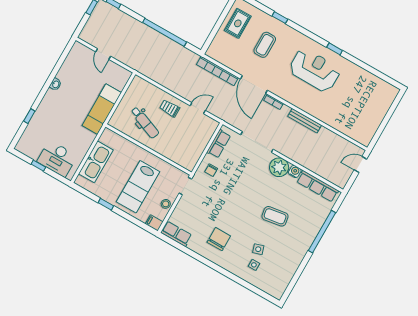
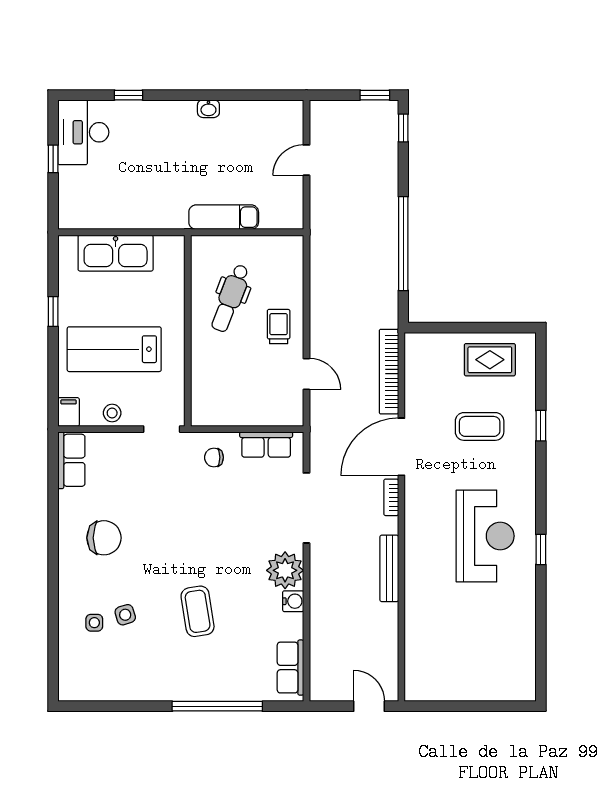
exam couch: (102, 109) -> (224, 217), width x0.73, depth x0.69
desk: (57, 159) -> (83, 132), moved
row of seats: (318, 186) -> (290, 668), width x0.68

